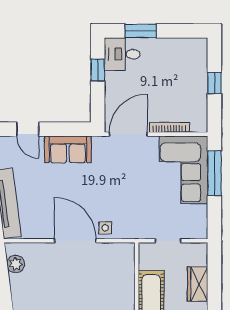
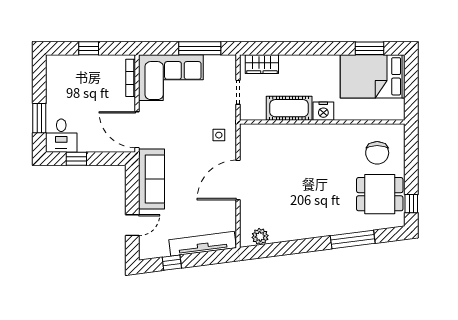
bookcase: (169, 127) -> (131, 78), moved
sofa: (68, 149) -> (151, 179), width x1.36
window: (214, 173) -> (200, 48), moved
side table: (105, 228) -> (219, 135), moved
wardrobe: (198, 284) -> (262, 64), moved

